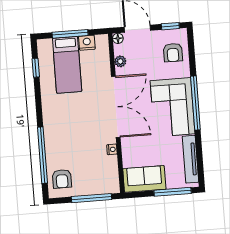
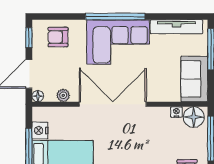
armchair: (173, 53) -> (58, 37), turned 180
nightstand: (112, 149) -> (176, 112), moved
floor lamp: (110, 181) -> (194, 117), added

